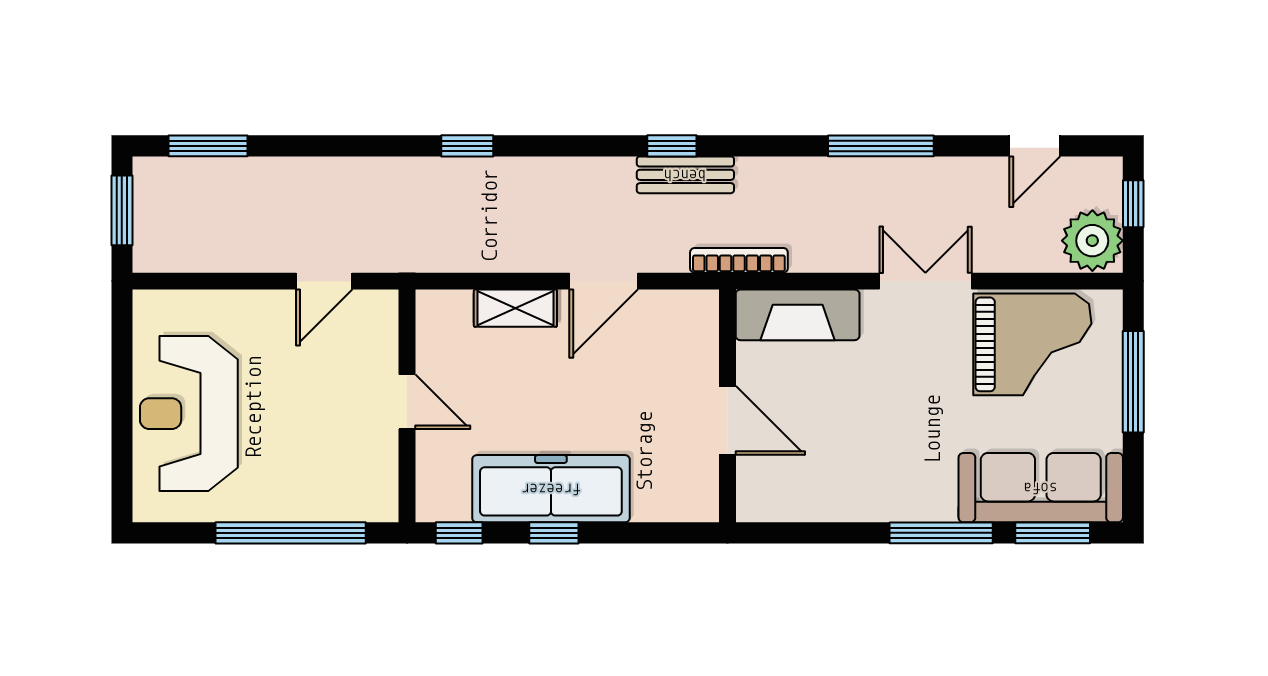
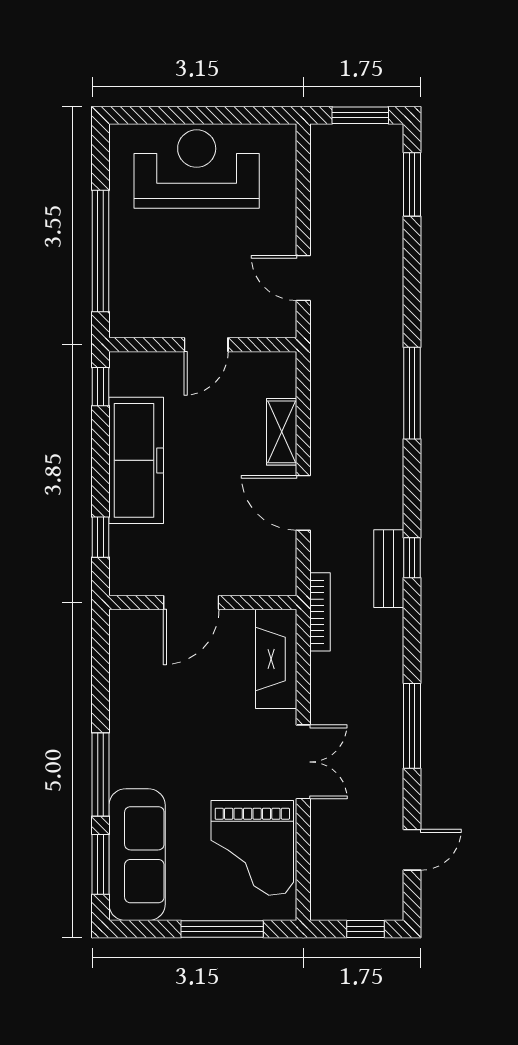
window: (467, 146) -> (412, 393), width x2.17
door: (1035, 146) -> (412, 850), swing flipped
plant: (1092, 241) -> (336, 896), removed
window: (554, 533) -> (101, 537), moved

